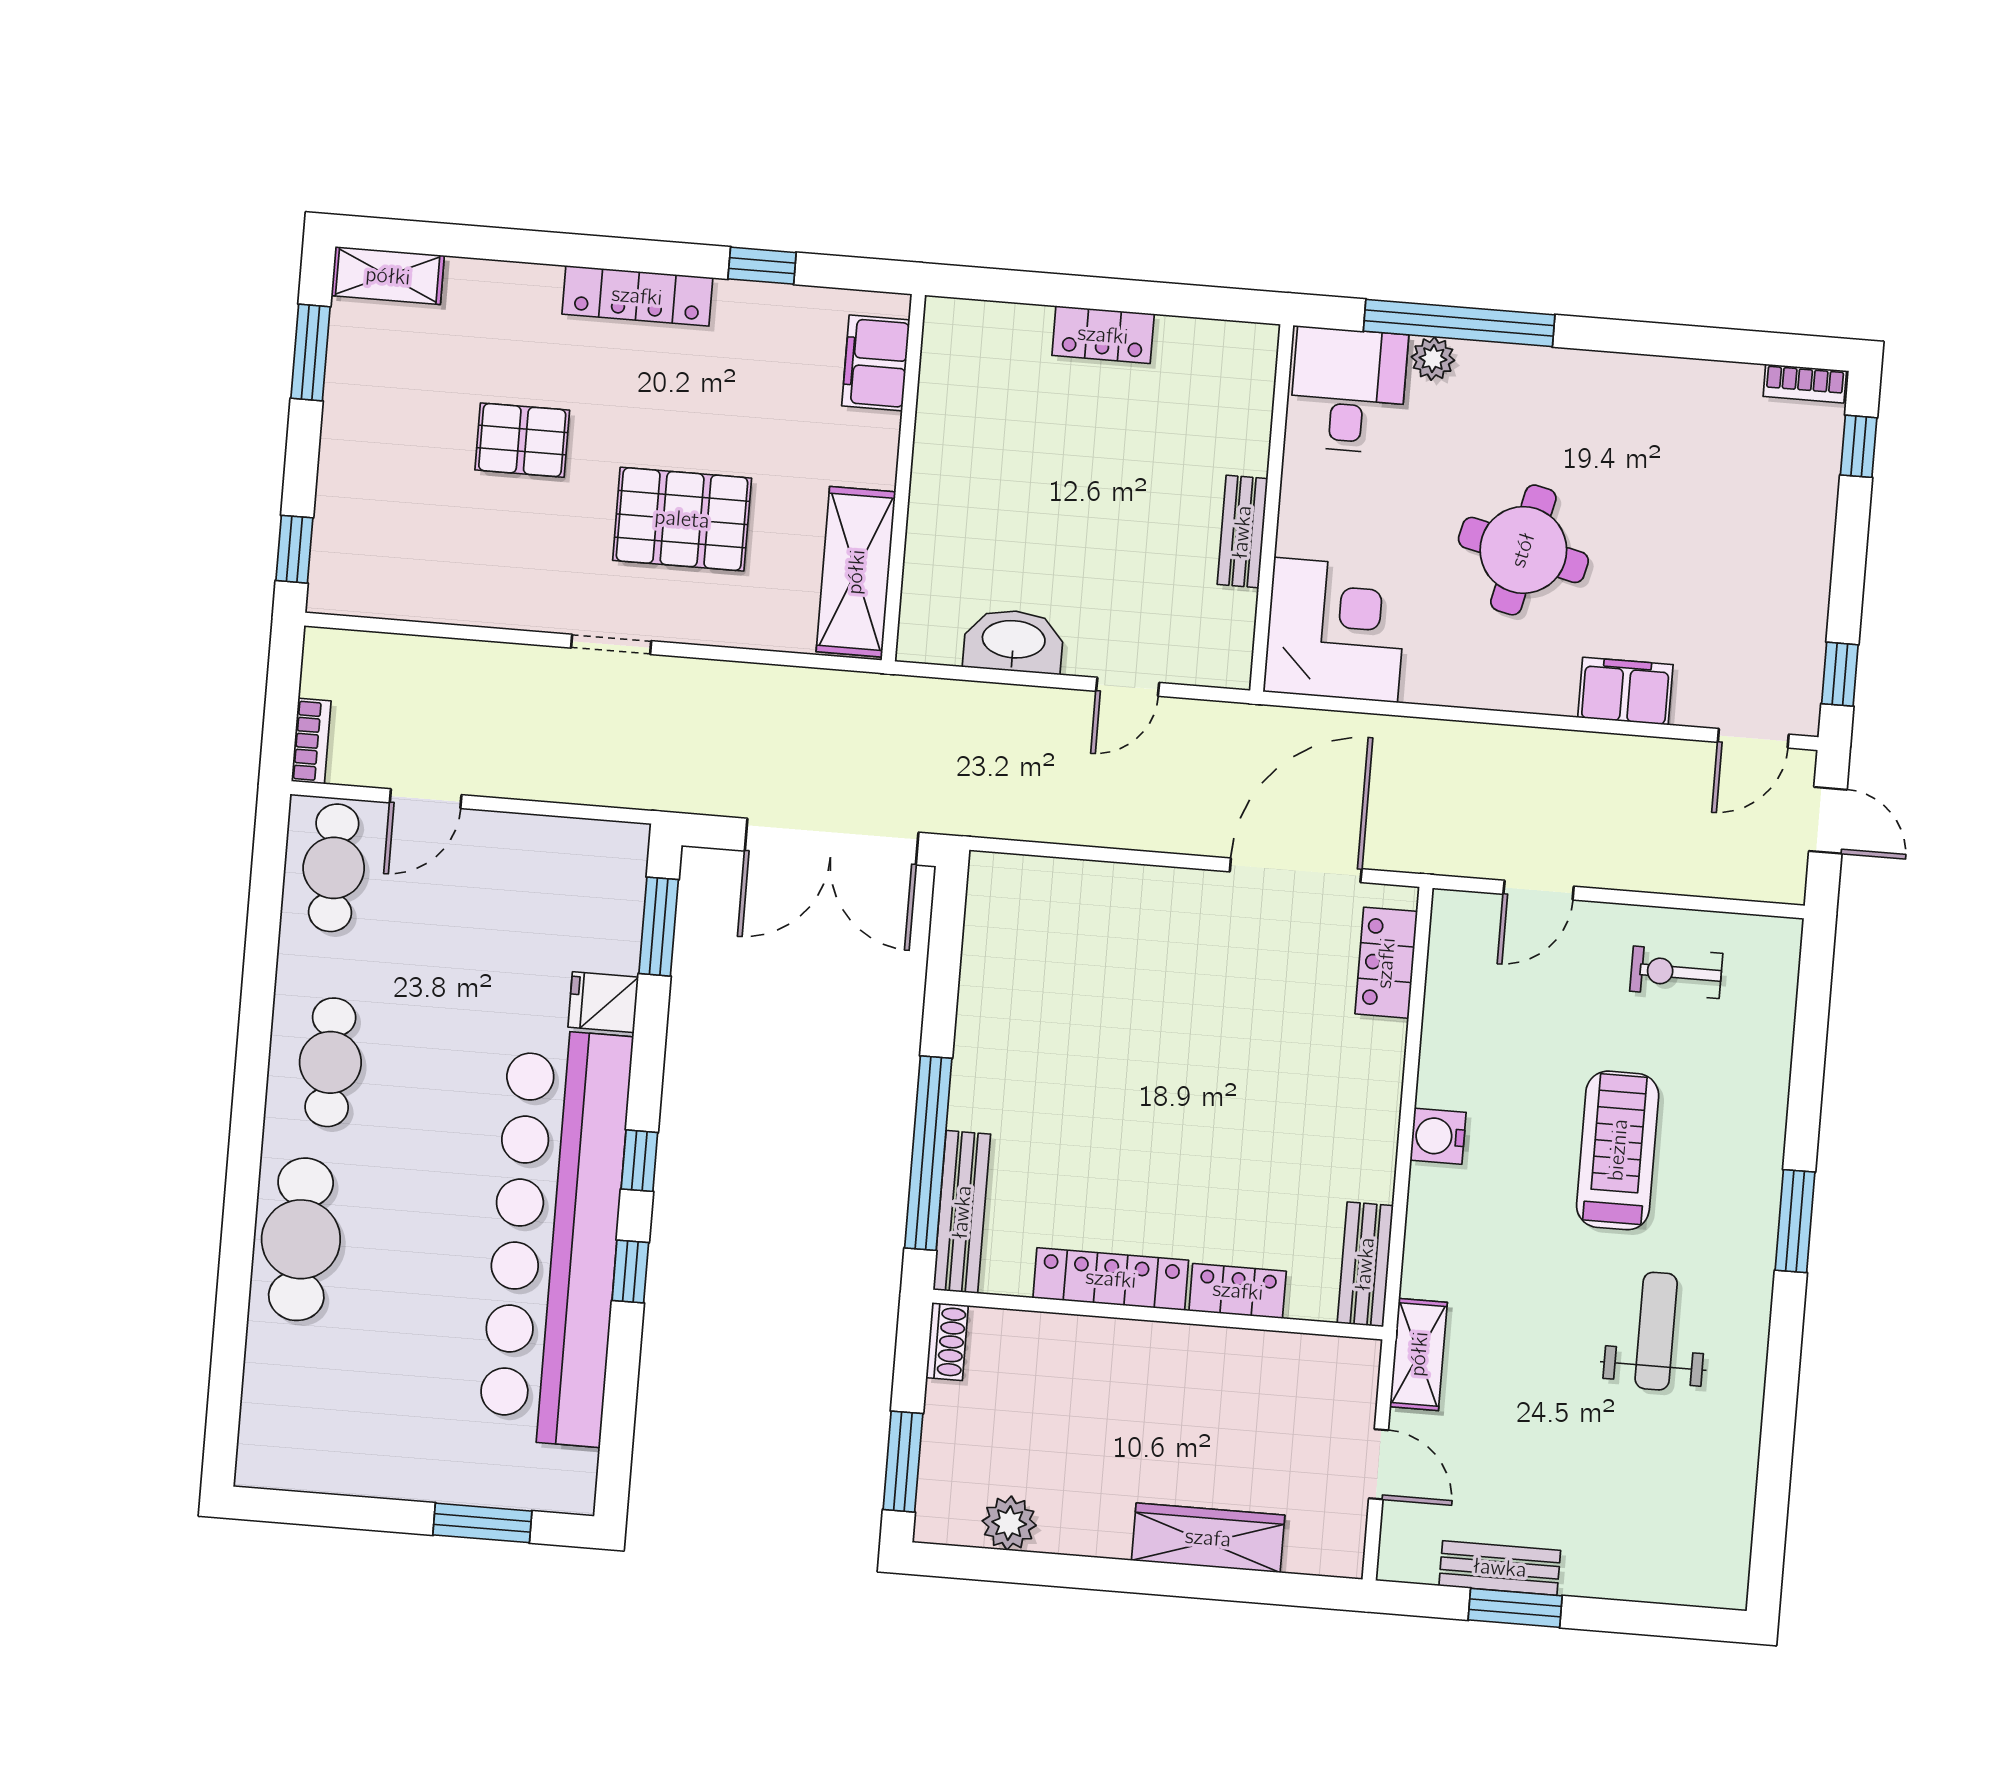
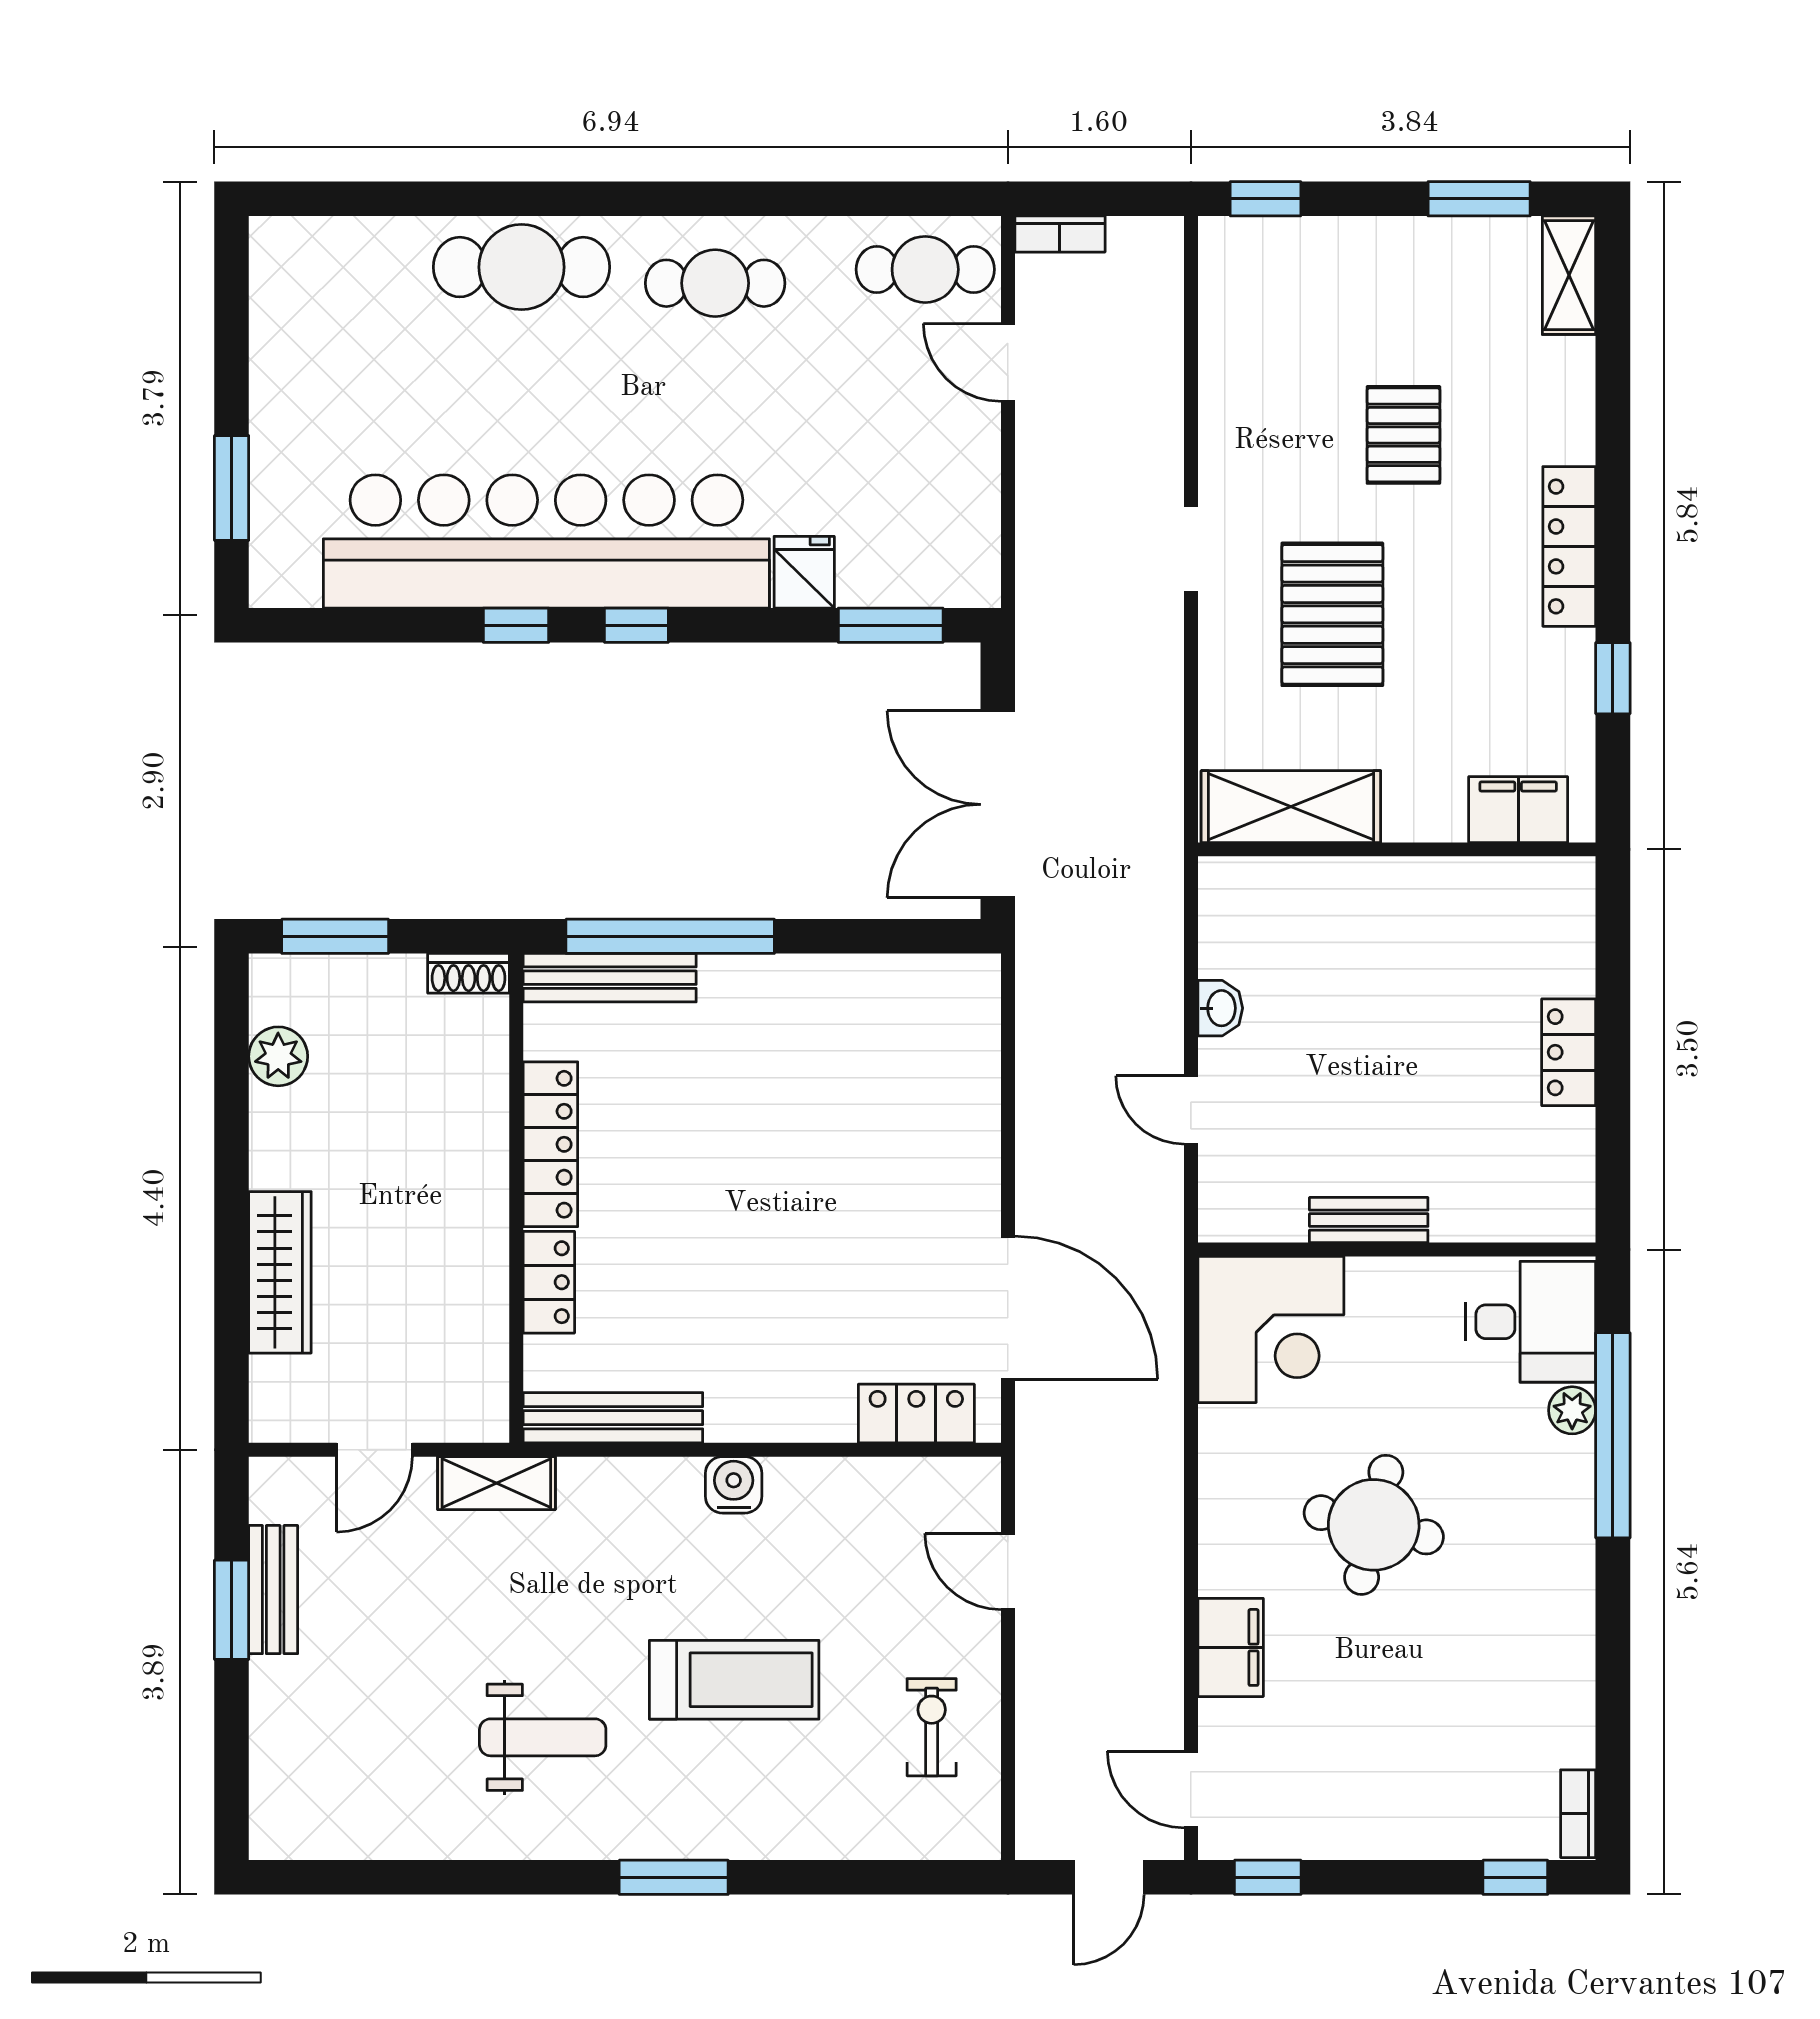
washbasin: (1014, 641) -> (1220, 1008), width x0.52, depth x0.69
bench: (1365, 1264) -> (613, 1418), width x1.36

